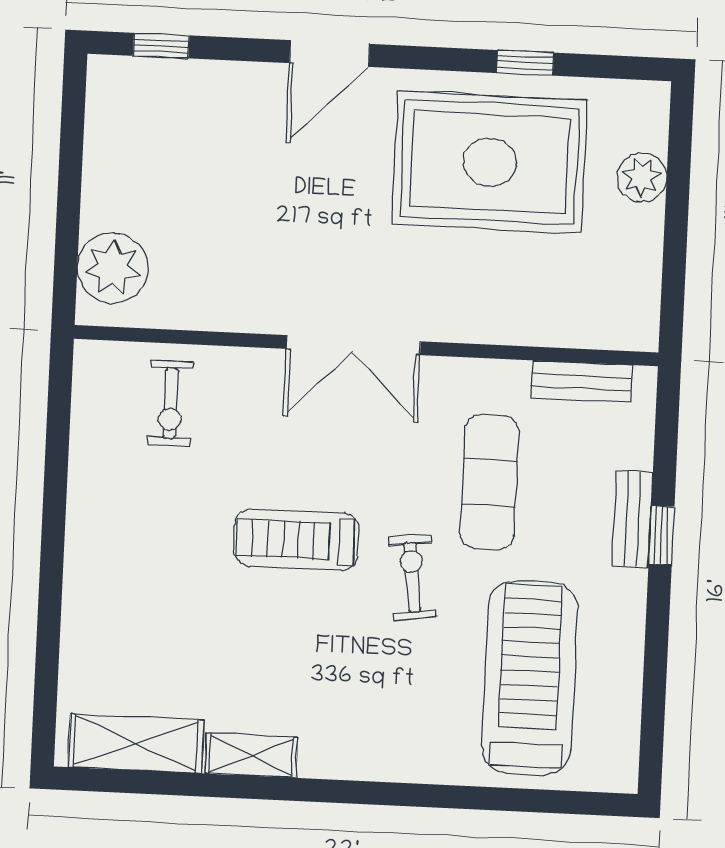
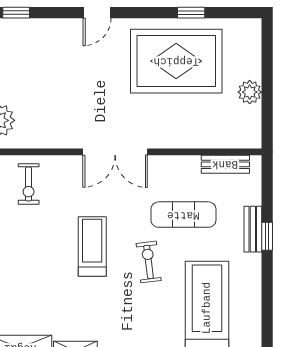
door: (330, 54) -> (97, 13), width x0.73
plant: (642, 177) -> (250, 92), moved
exercise mat: (490, 482) -> (183, 215), turned 90
treadmill: (297, 540) -> (92, 247), turned 90

